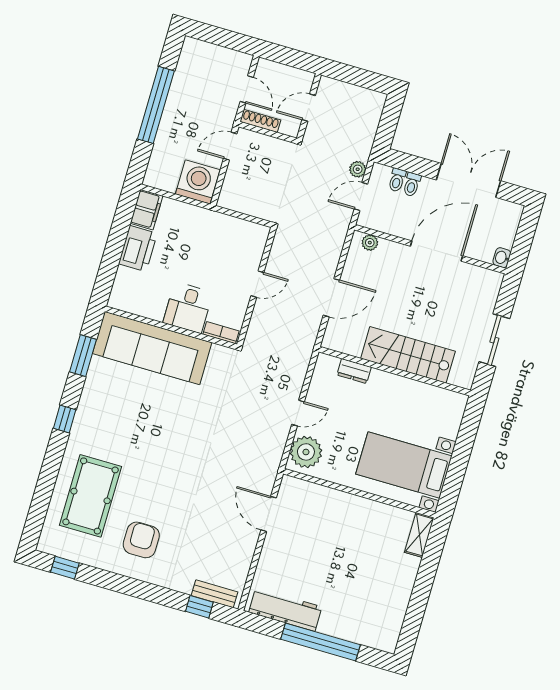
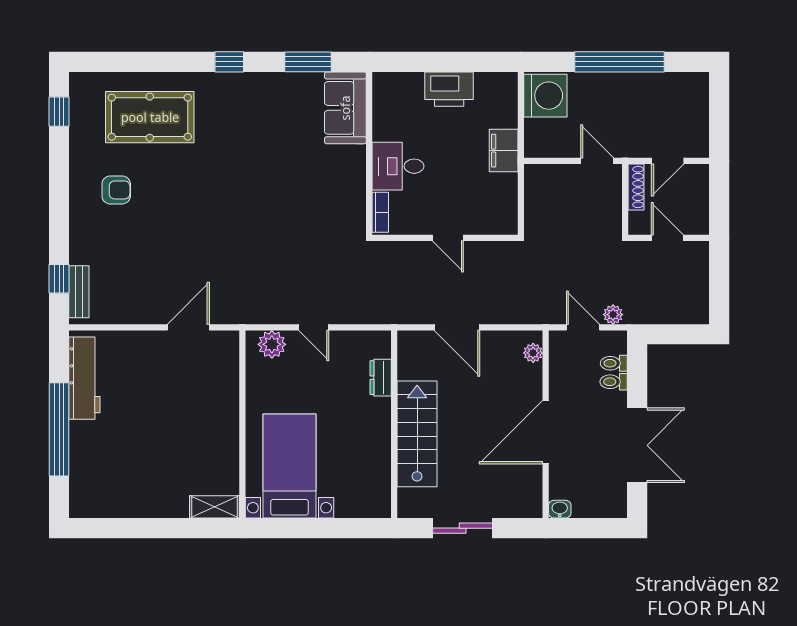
washing machine: (198, 182) -> (545, 96), moved
filing cabinet: (147, 210) -> (504, 151), moved, turned 90
door: (437, 251) -> (546, 432), swing flipped
sofa: (152, 348) -> (345, 108), width x0.54, depth x0.79
plant: (306, 452) -> (272, 344), width x0.73, depth x0.73
armchair: (141, 540) -> (116, 190), width x0.72, depth x0.72

